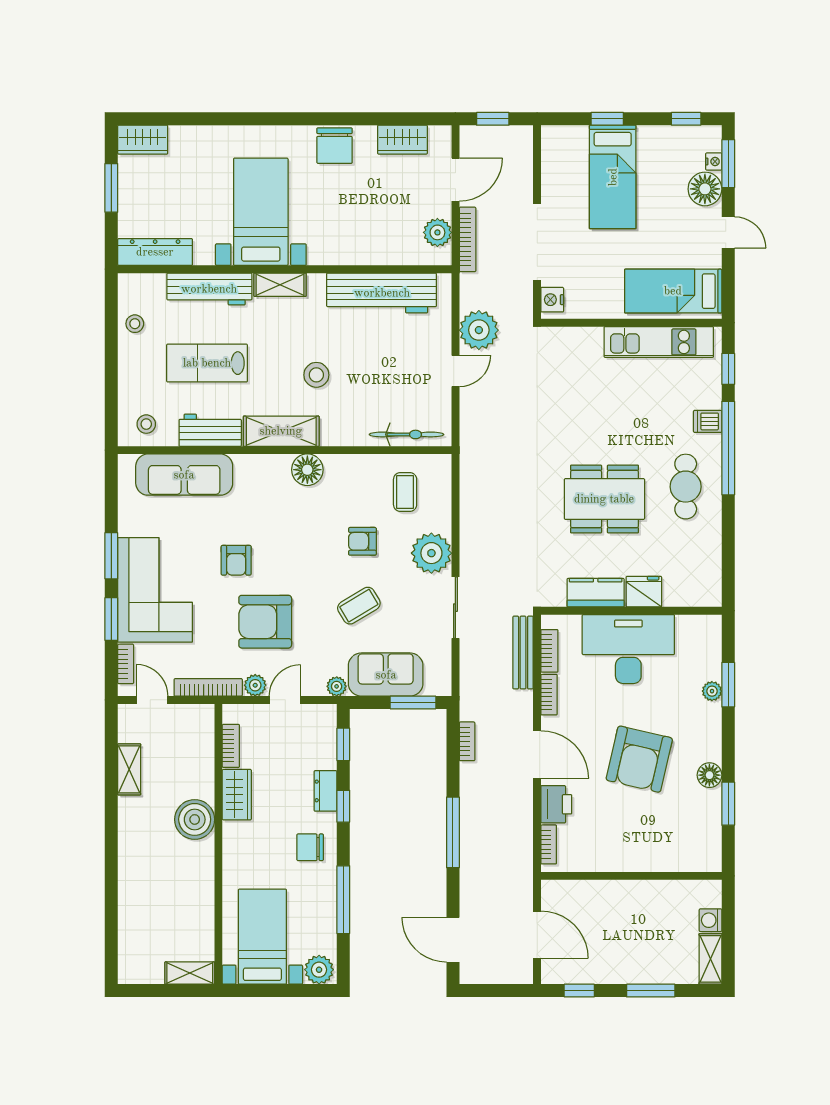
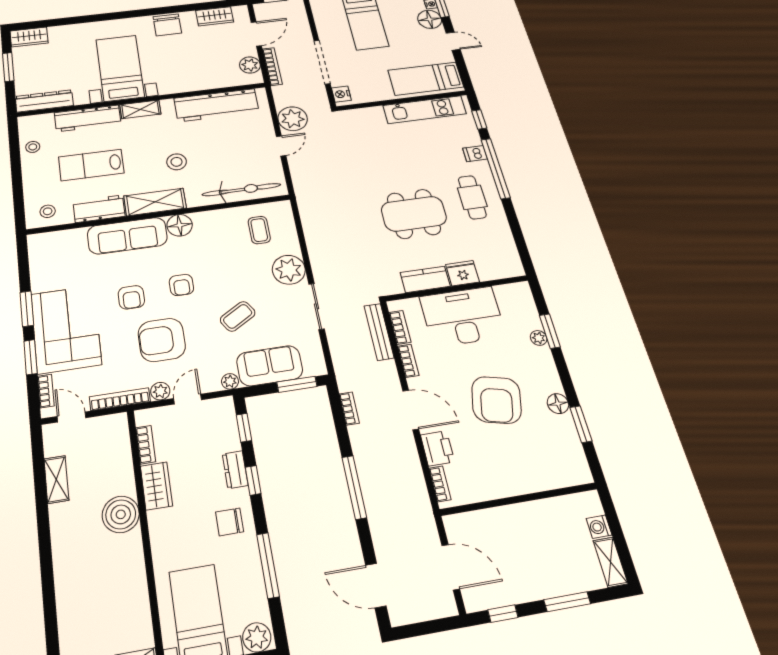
bicycle: (407, 434) -> (241, 190), width x1.37, depth x1.40
sofa: (184, 475) -> (127, 236), moved
armchair: (362, 541) -> (181, 285), moved, turned -90

